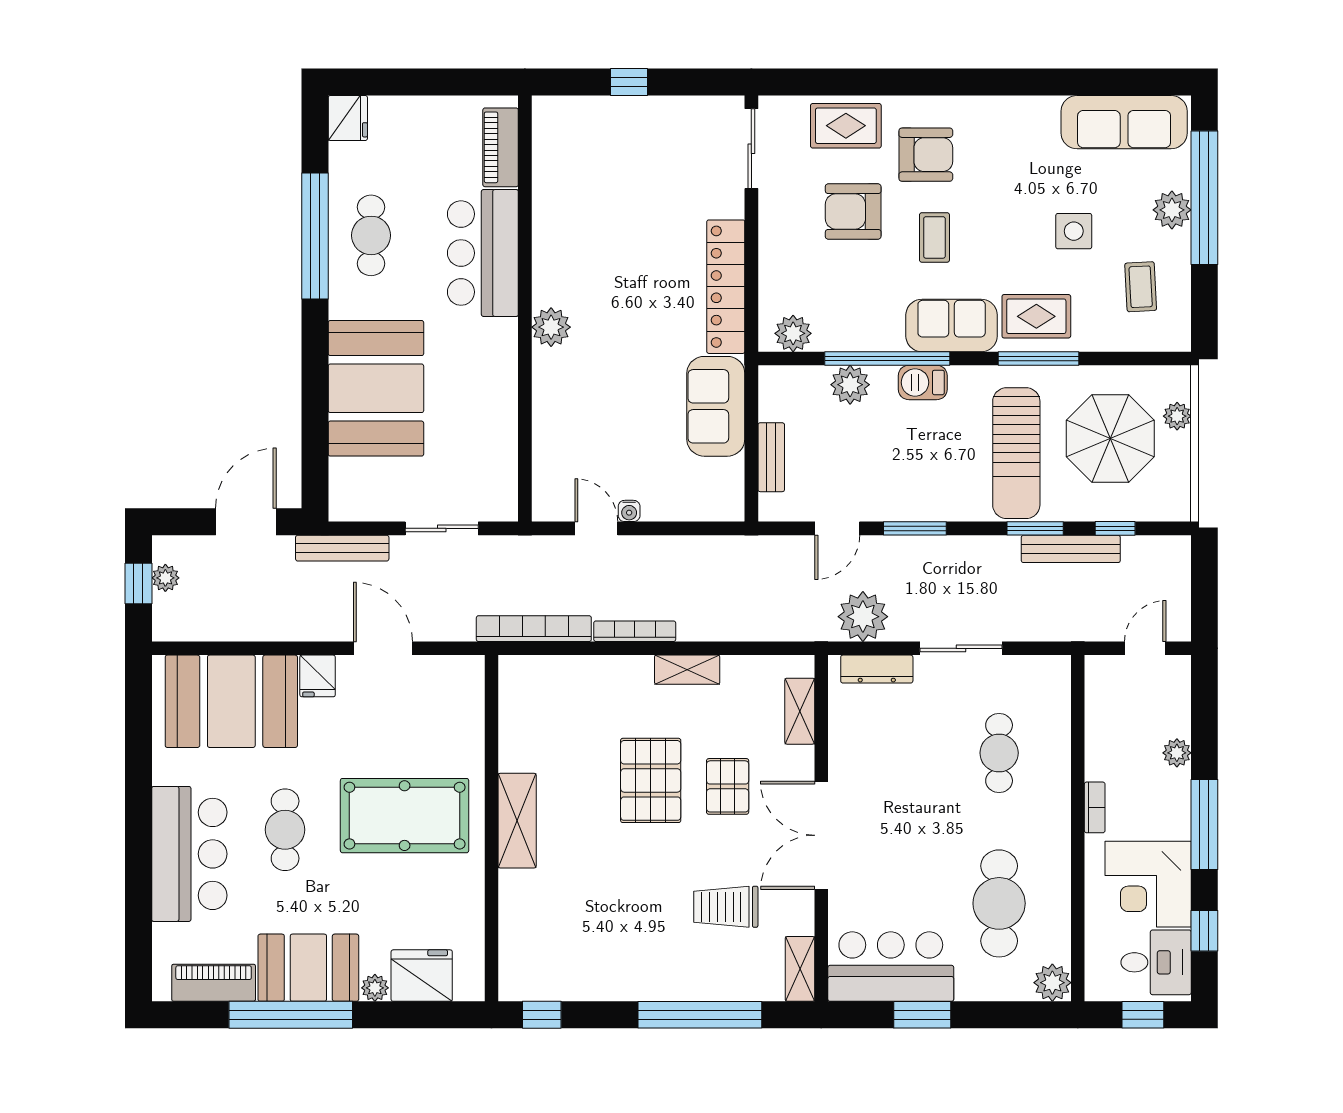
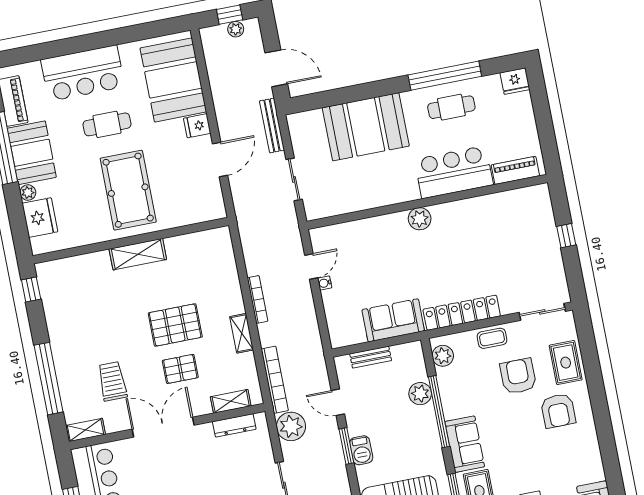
coffee table: (934, 237) -> (492, 338), moved
barbecue: (923, 382) -> (361, 450), moved, turned 180
bookcase: (534, 629) -> (275, 380), moved
dresser: (877, 669) -> (234, 425), moved, turned -90

